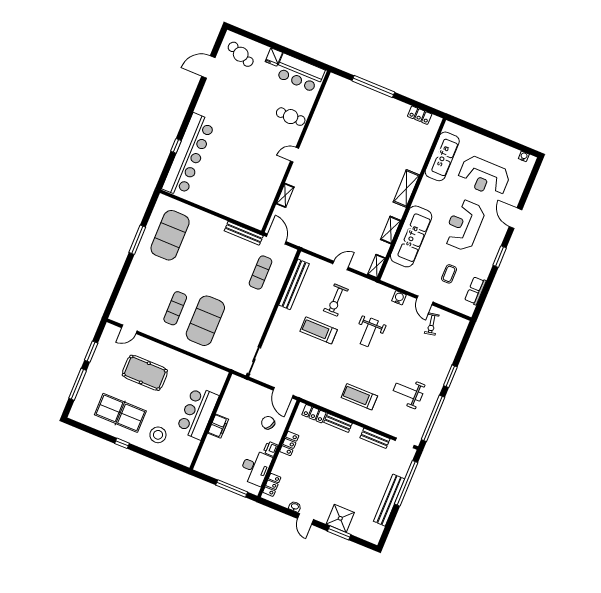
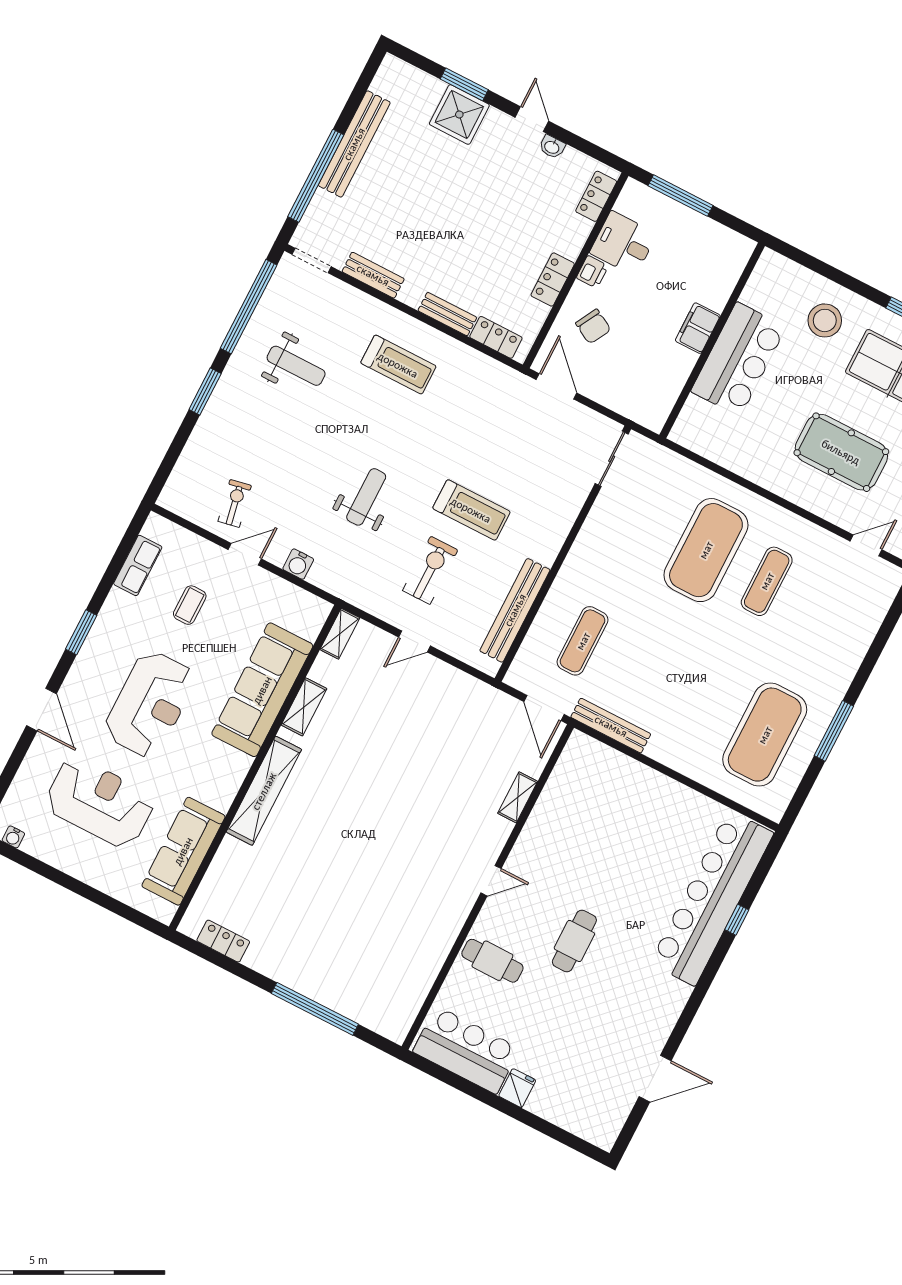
cafe table: (241, 54) -> (574, 941), moved, turned 68
shelving: (406, 188) -> (264, 791), width x1.47
door: (425, 300) -> (245, 554), hinge flipped
desk: (255, 468) -> (623, 243), width x0.73

